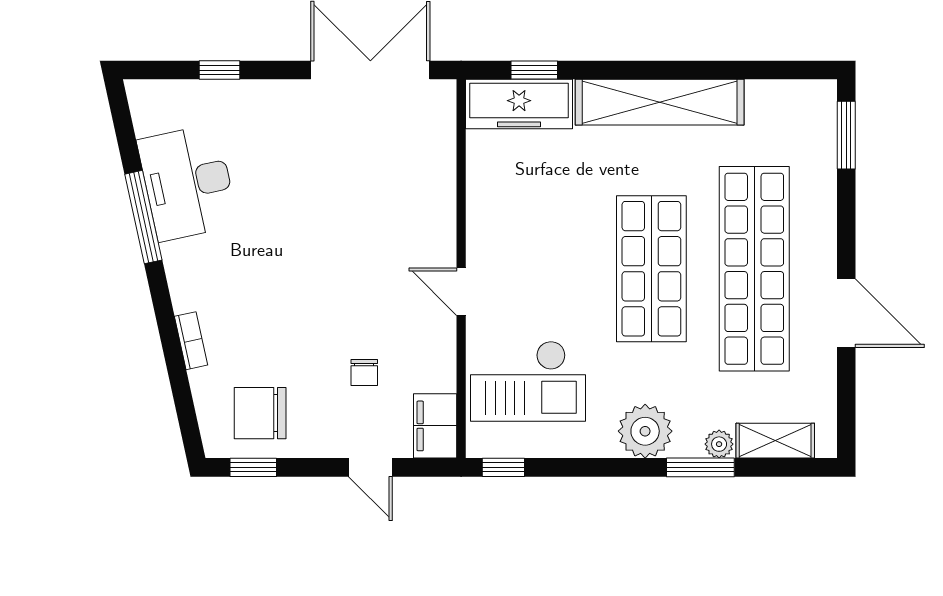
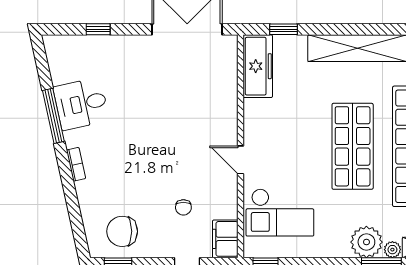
freezer: (519, 104) -> (258, 66), moved, turned -90
desk: (188, 183) -> (81, 104), width x0.73
bookcase: (191, 341) -> (76, 164), moved
plant: (645, 431) -> (366, 242), moved

